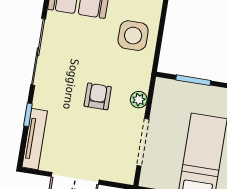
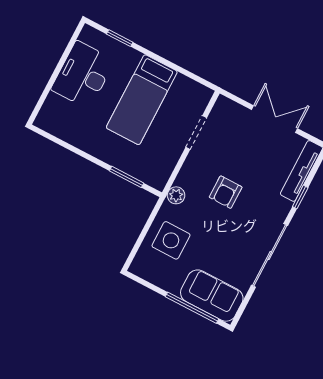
plant: (139, 100) -> (176, 195), moved
doorway: (143, 142) -> (196, 132), width x0.73

